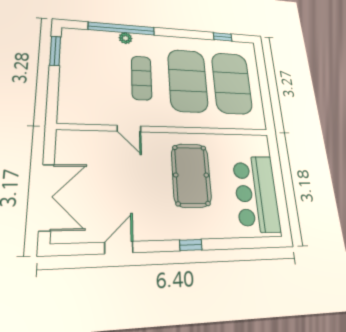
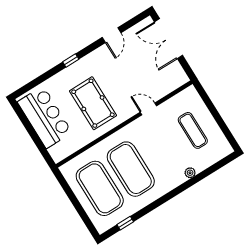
window: (122, 29) -> (197, 178), removed
window: (55, 51) -> (226, 131), removed
exercise mat: (142, 78) -> (193, 130), moved

